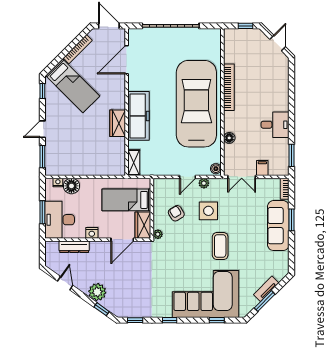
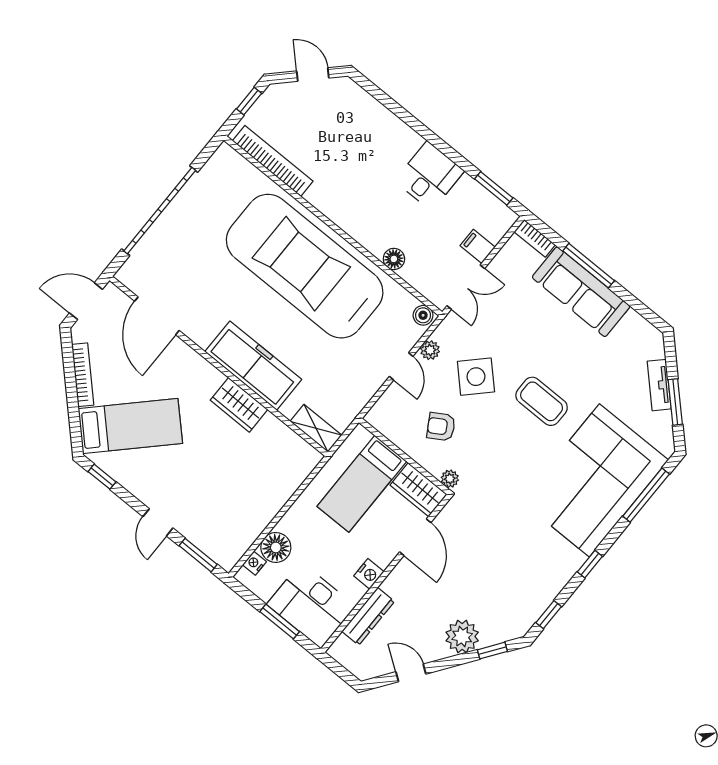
bookcase: (229, 87) -> (273, 161), moved
side table: (208, 211) -> (476, 377), turned 45
window: (292, 220) -> (589, 266), width x1.44
window: (217, 320) -> (646, 495), width x2.17

